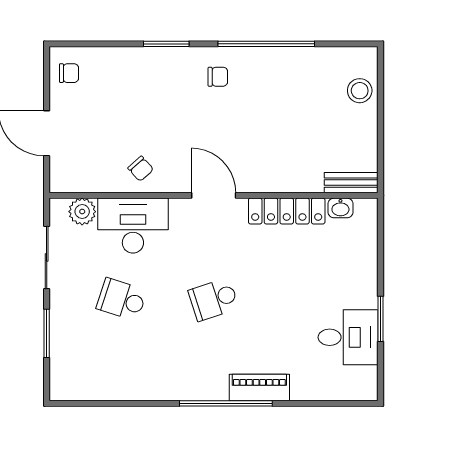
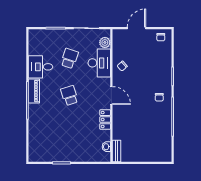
stool: (360, 91) -> (154, 154), removed
door: (214, 195) -> (111, 95), hinge flipped
locker: (287, 211) -> (105, 120), width x0.66
desk: (348, 337) -> (41, 67), moved, turned 90
piano: (259, 387) -> (34, 91), moved

